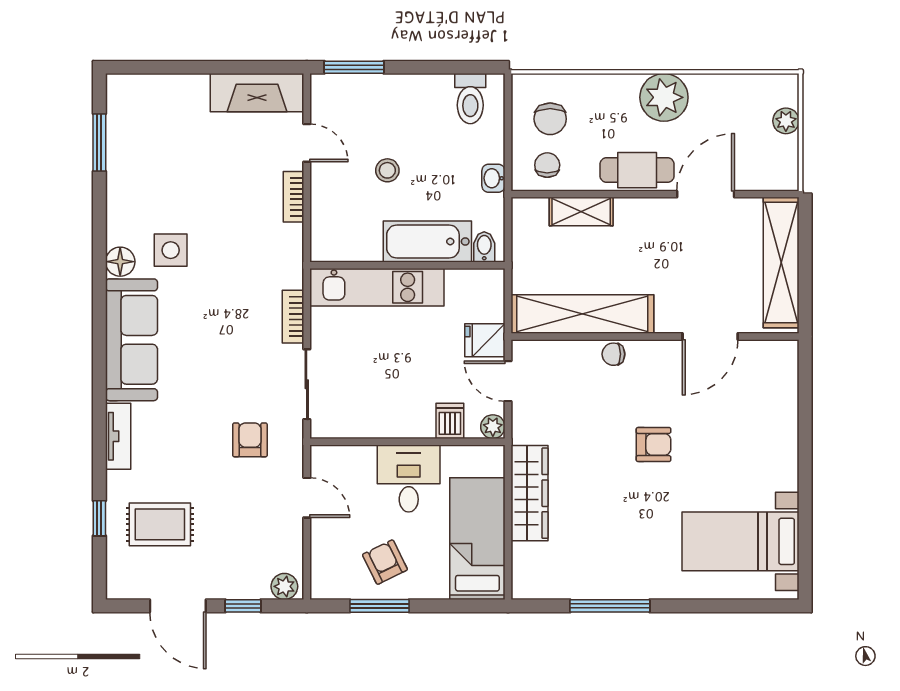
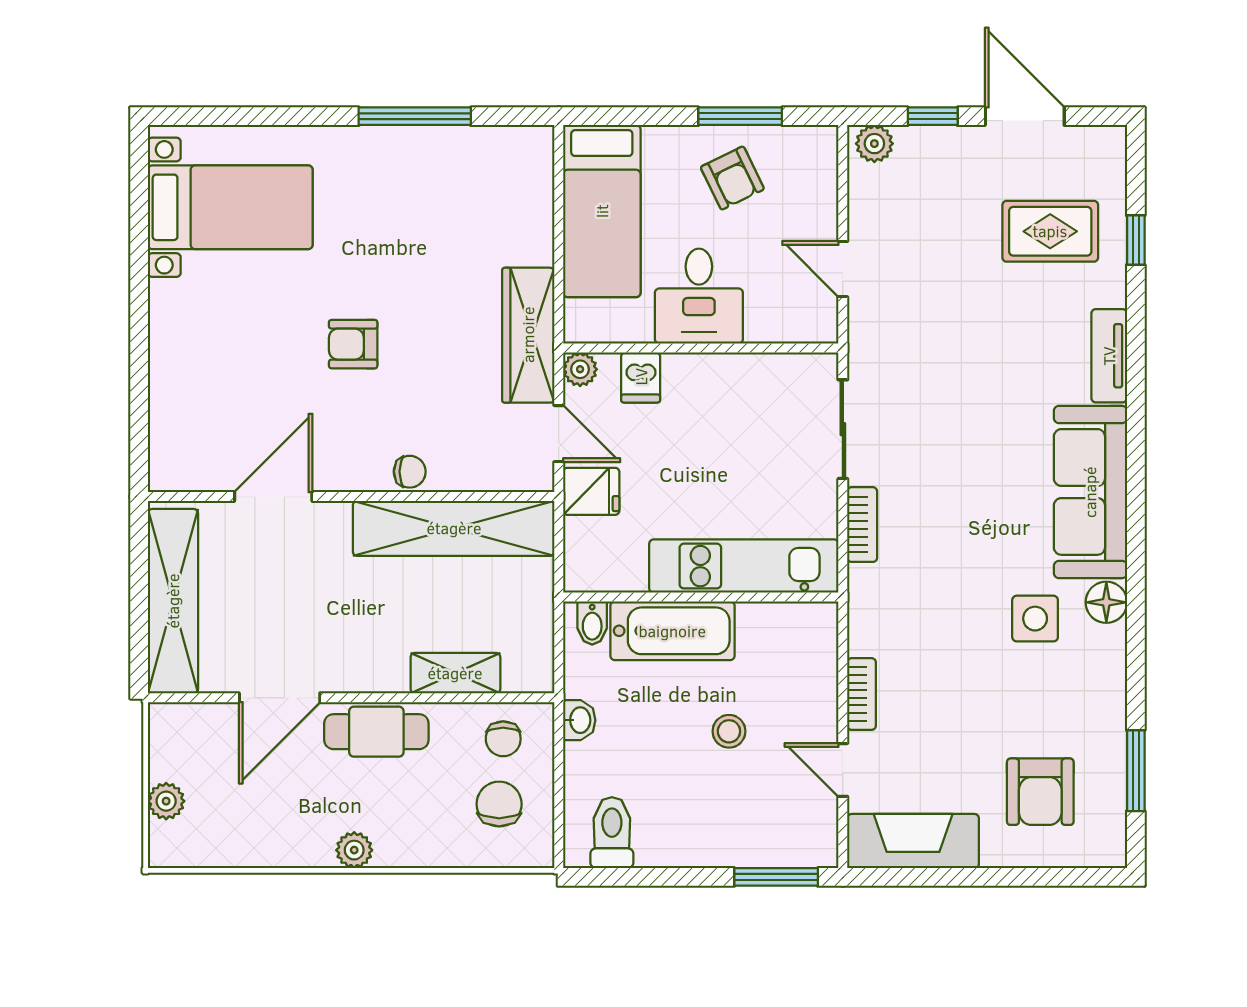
plant: (664, 97) -> (354, 850), width x0.53, depth x0.53
armchair: (250, 440) -> (1040, 792), moved, width x1.38, depth x1.38
wardrobe: (530, 493) -> (528, 335), moved

